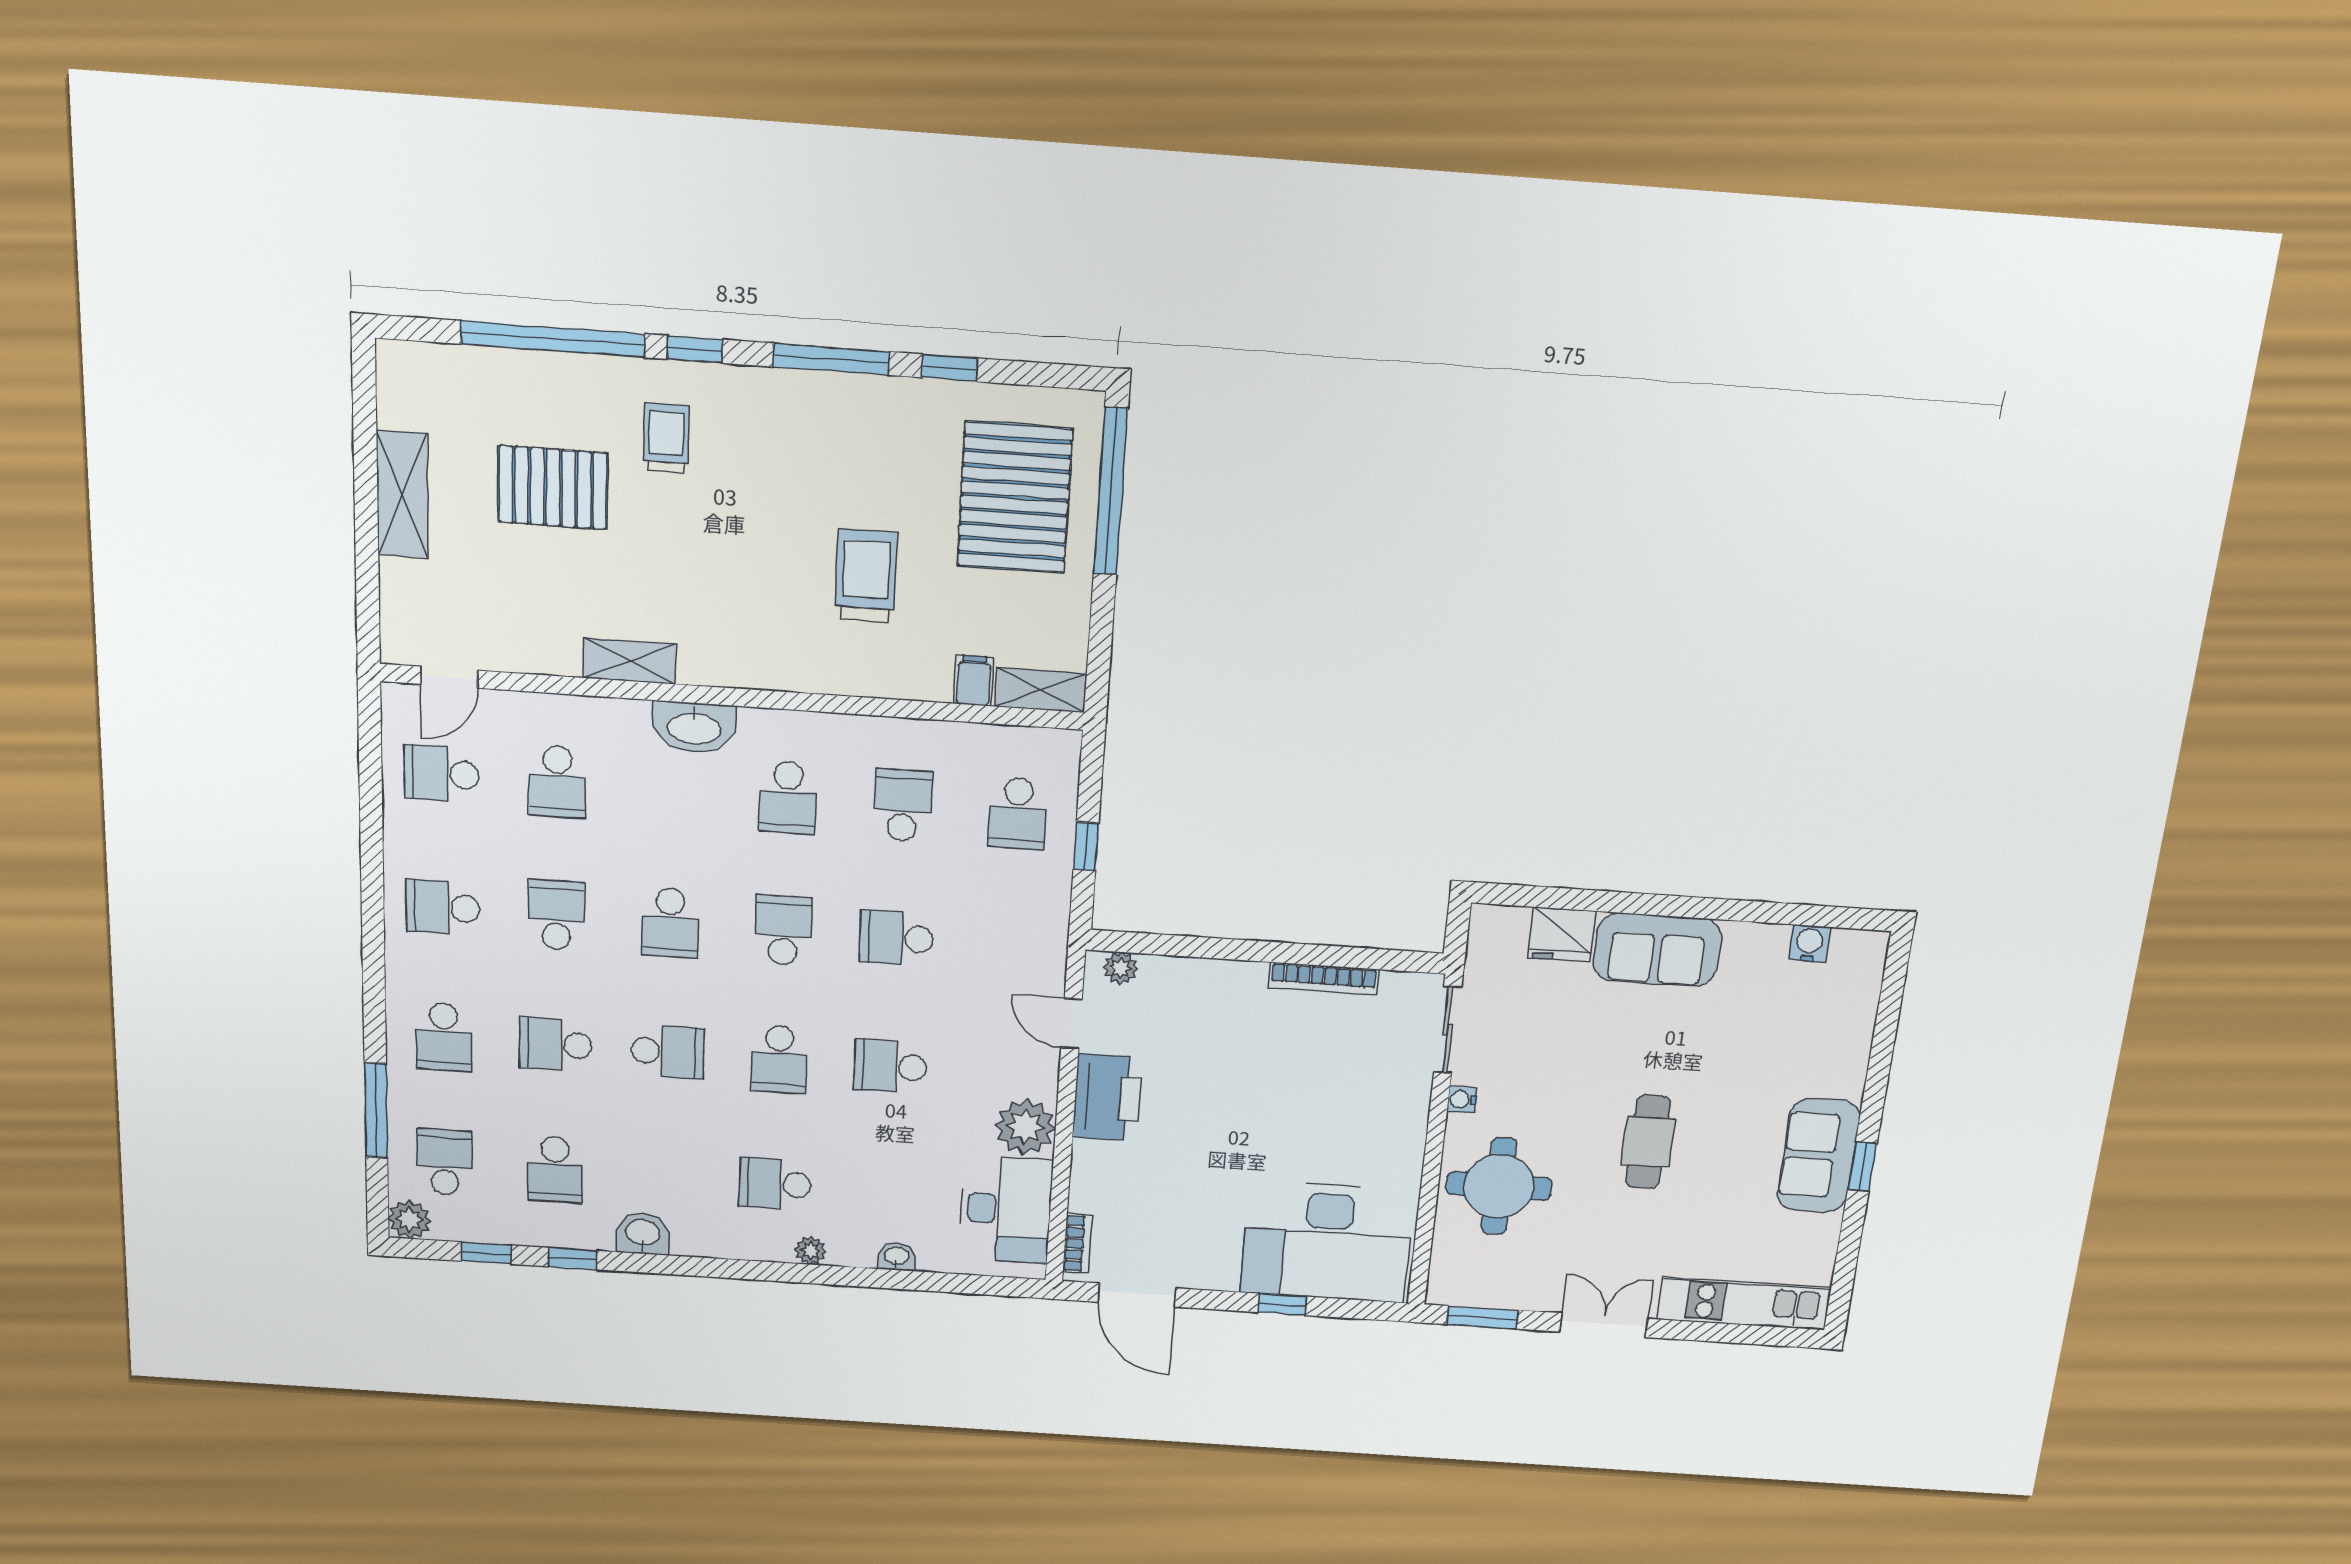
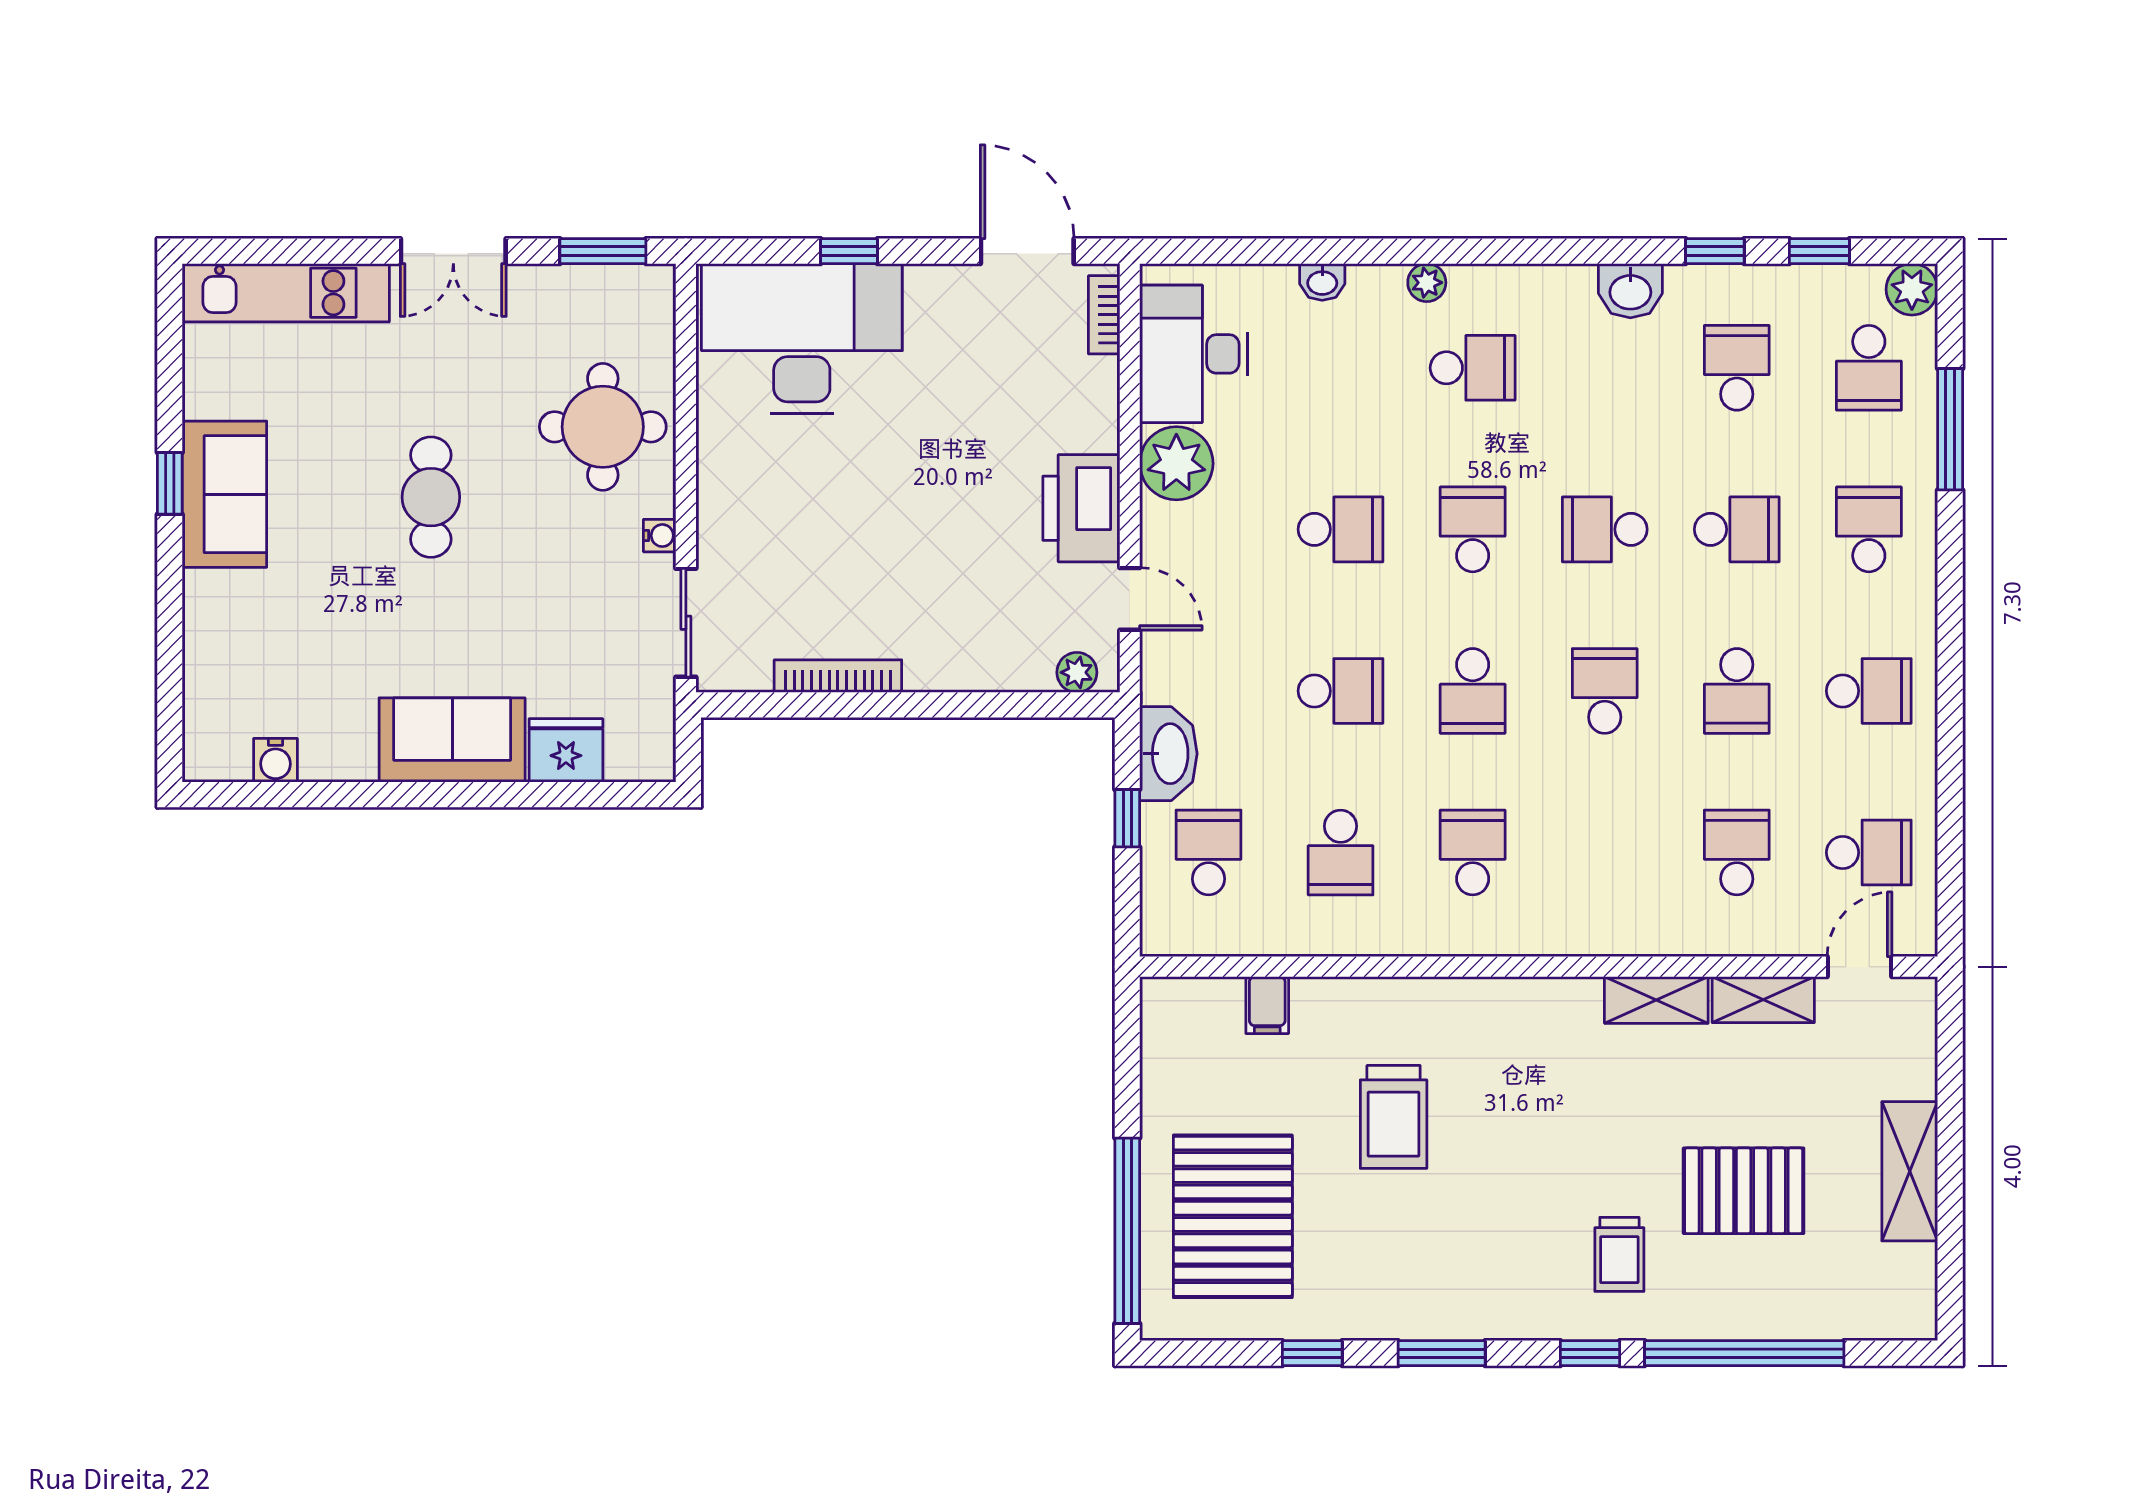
window: (831, 359) -> (1442, 1353), width x0.69
shelving: (1041, 690) -> (1763, 1000), moved
washbasin: (694, 727) -> (1168, 754), moved, turned 90

